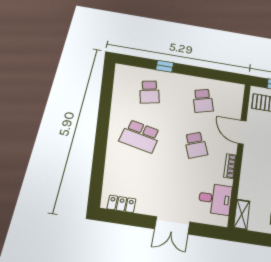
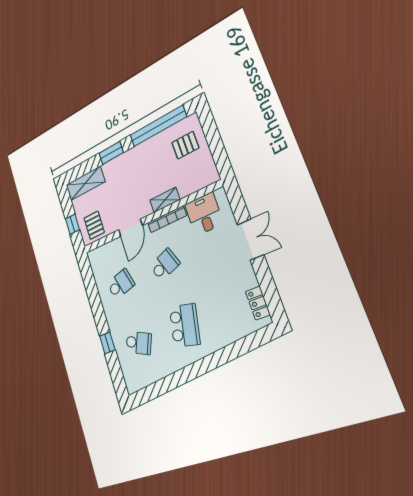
school desk: (149, 92) -> (139, 343), turned 36
bookcase: (230, 166) -> (167, 219), width x1.56
shelving: (242, 214) -> (165, 200), moved

